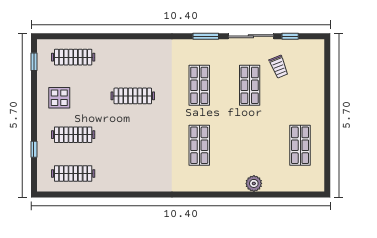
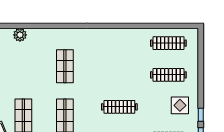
window: (34, 149) -> (201, 115), moved

